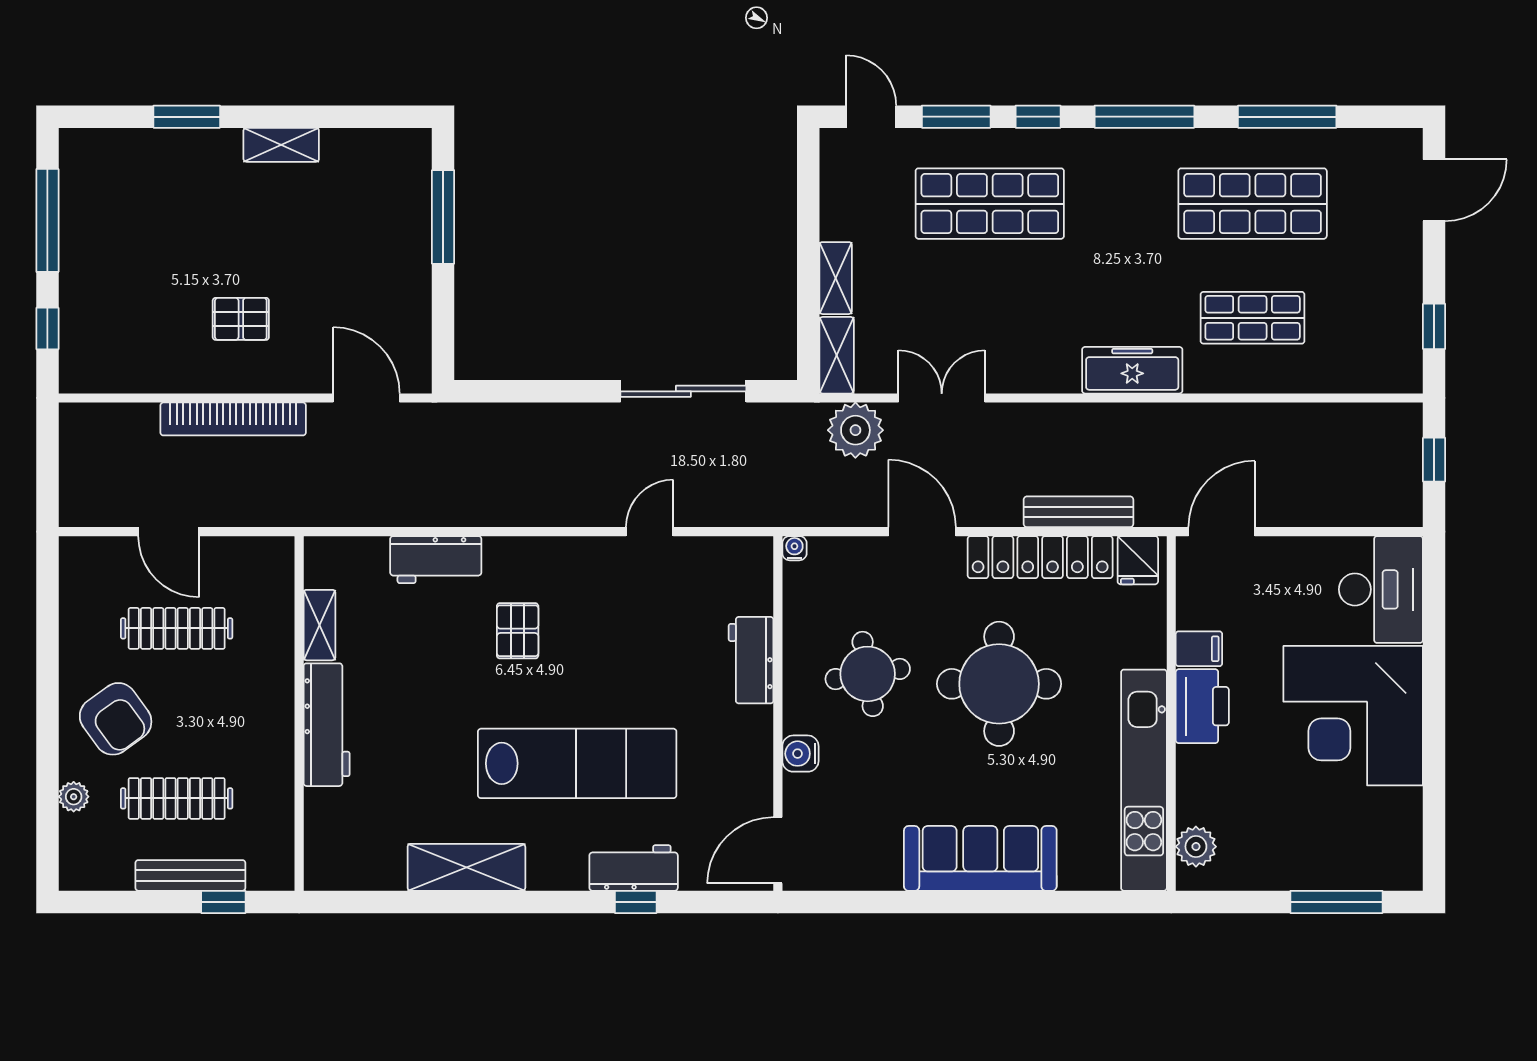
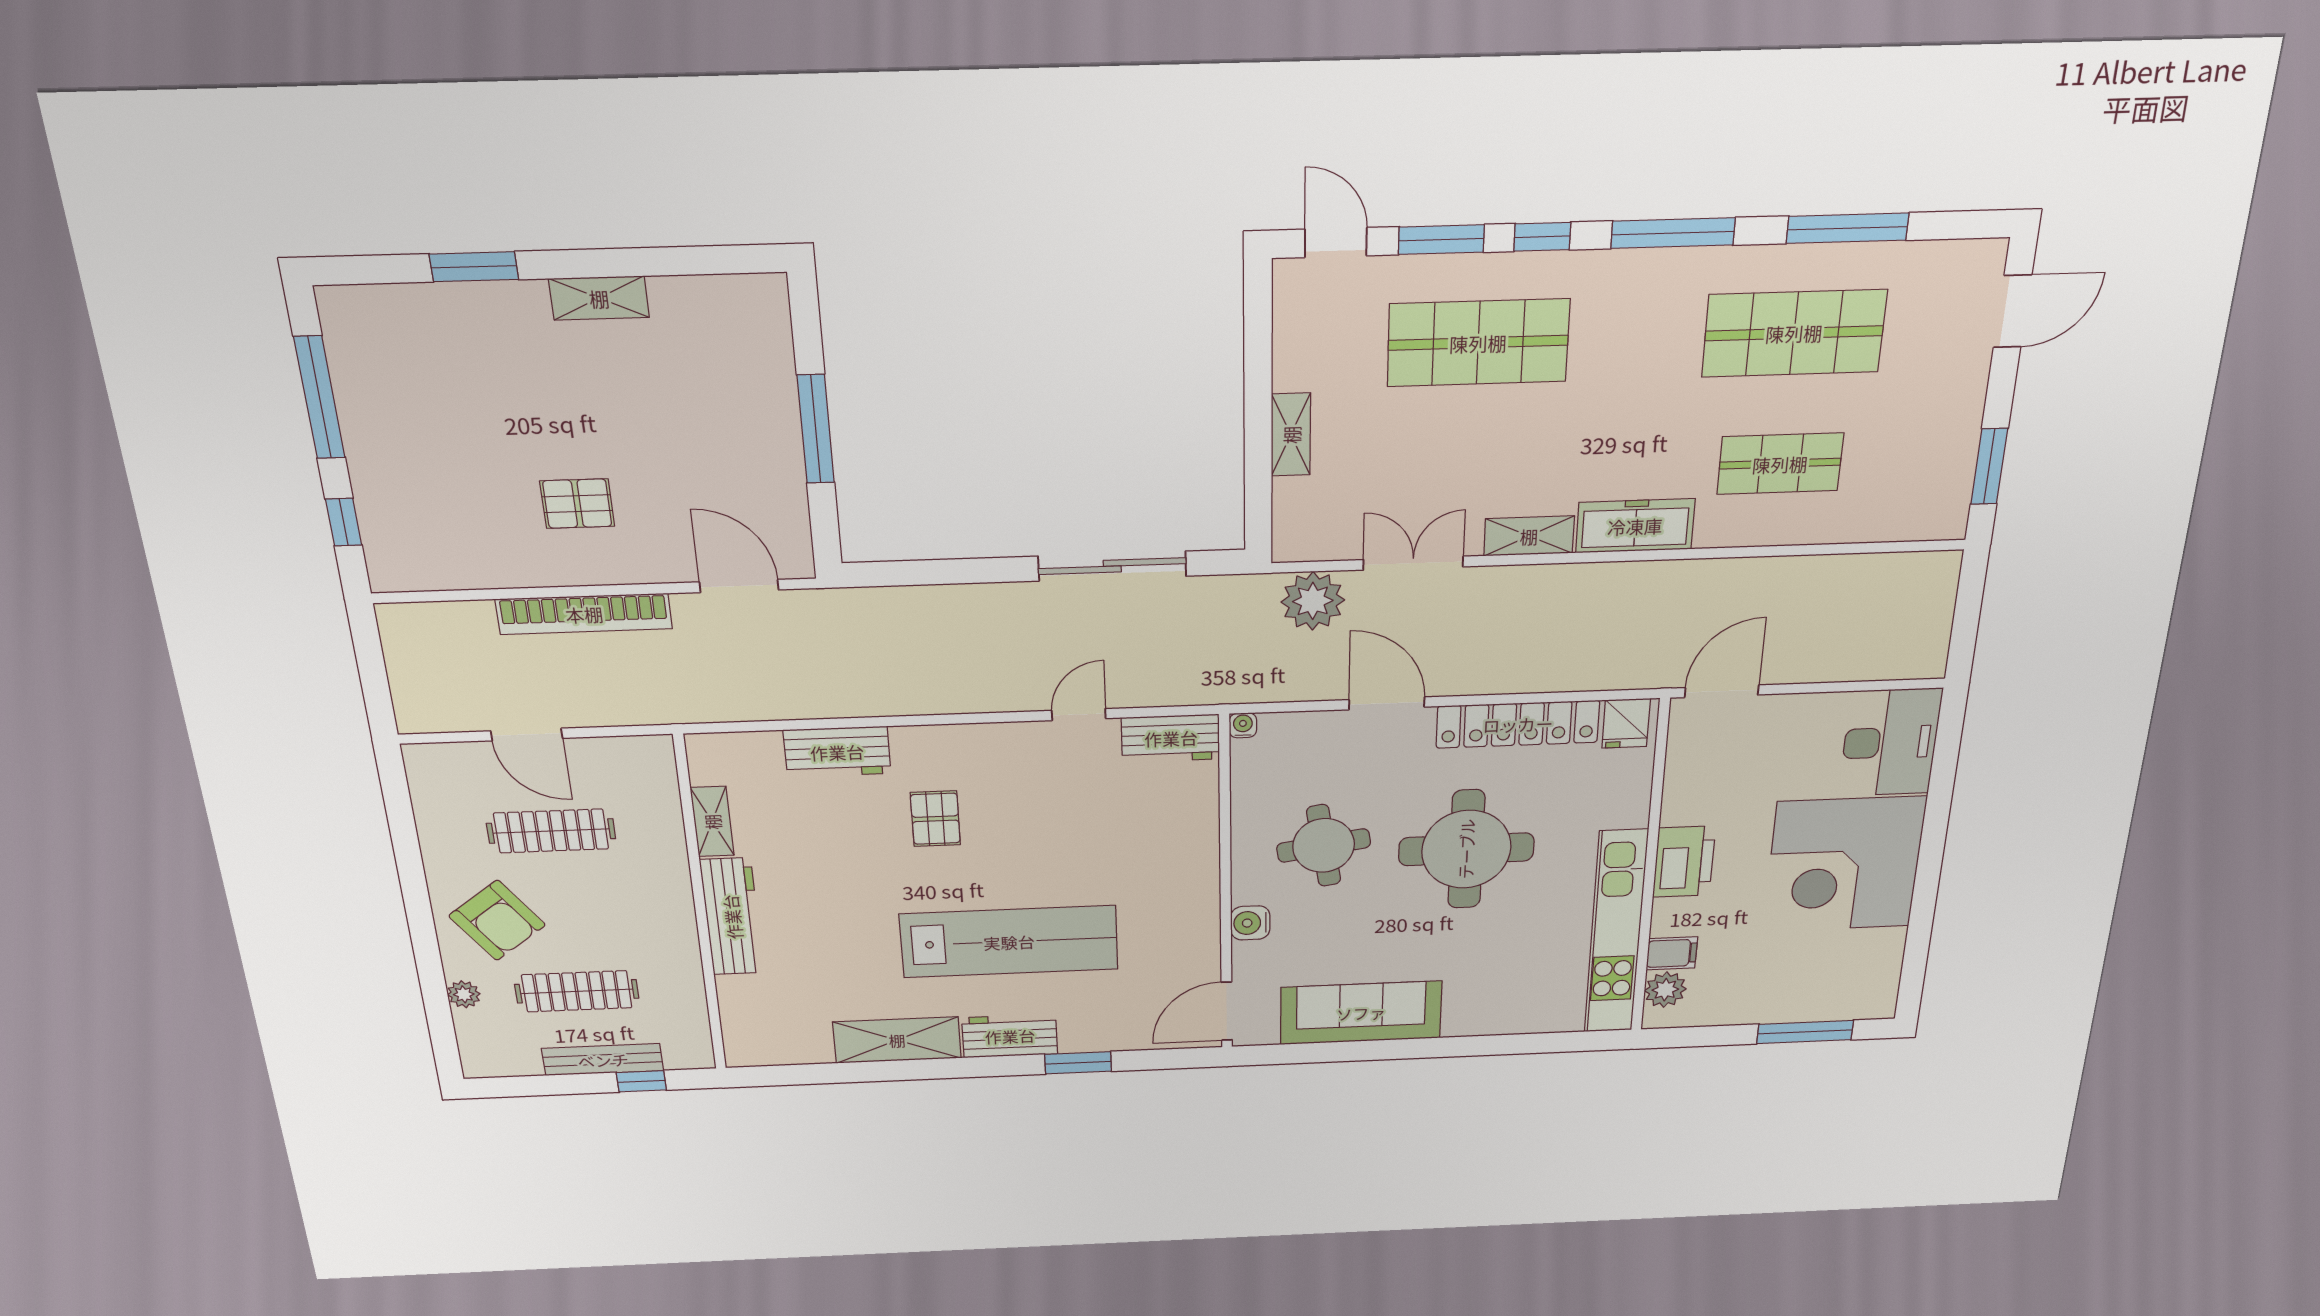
window: (443, 217) -> (816, 429), moved
window: (1434, 326) -> (1989, 466), width x1.50
shelving: (837, 355) -> (1529, 536), moved, turned 90
window: (1434, 460) -> (1968, 609), removed
bench: (1078, 512) -> (1563, 677), removed
filing cabinet: (1199, 649) -> (1672, 953), moved
workbench: (751, 660) -> (1171, 738), moved, turned -90
sofa: (980, 858) -> (1361, 1013), moved
workbench: (634, 868) -> (1010, 1036), moved
window: (636, 902) -> (1078, 1063), width x1.50

